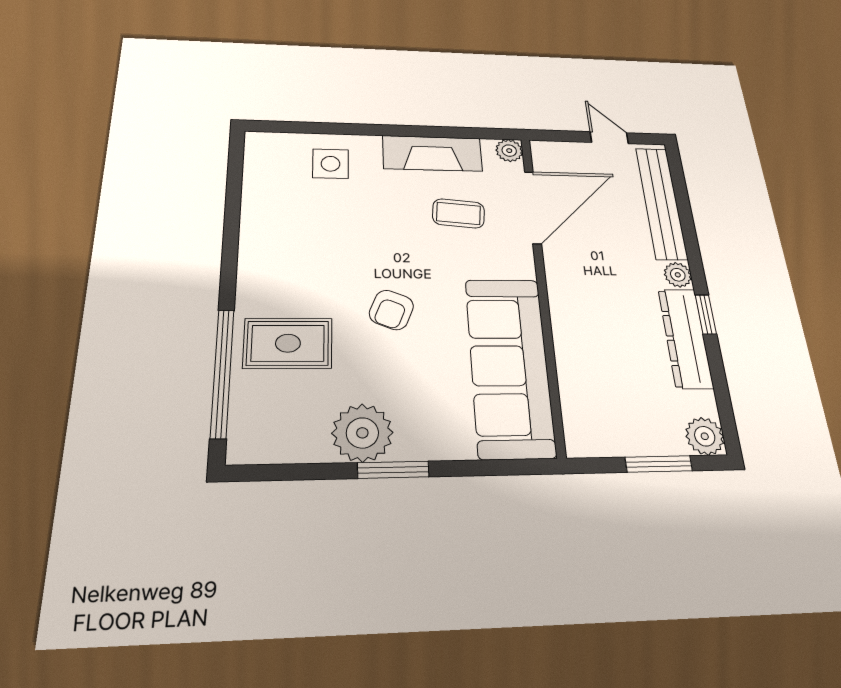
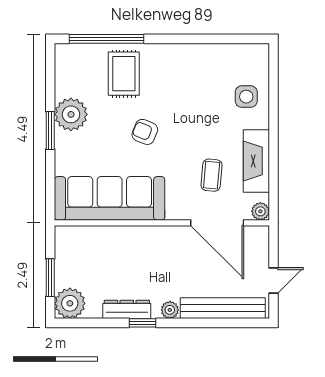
dresser: (685, 338) -> (127, 309), width x0.73, depth x0.80
plant: (705, 436) -> (70, 303), width x1.36, depth x1.36

